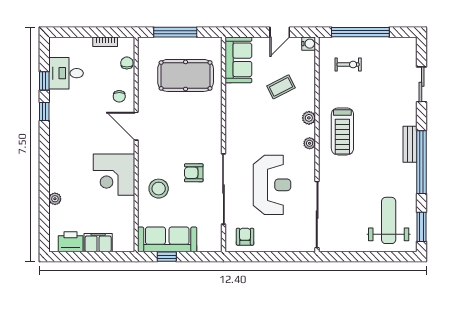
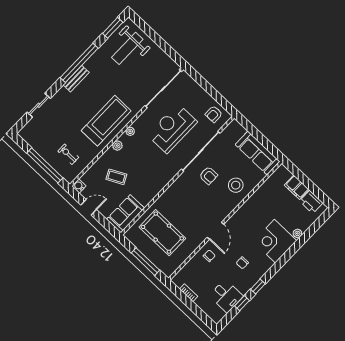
chair: (127, 63) -> (242, 263), moved
treadmill: (342, 131) -> (106, 121), width x1.37, depth x1.38
corner desk: (114, 175) -> (275, 241), moved, turned 180
window: (167, 257) -> (267, 144), removed

